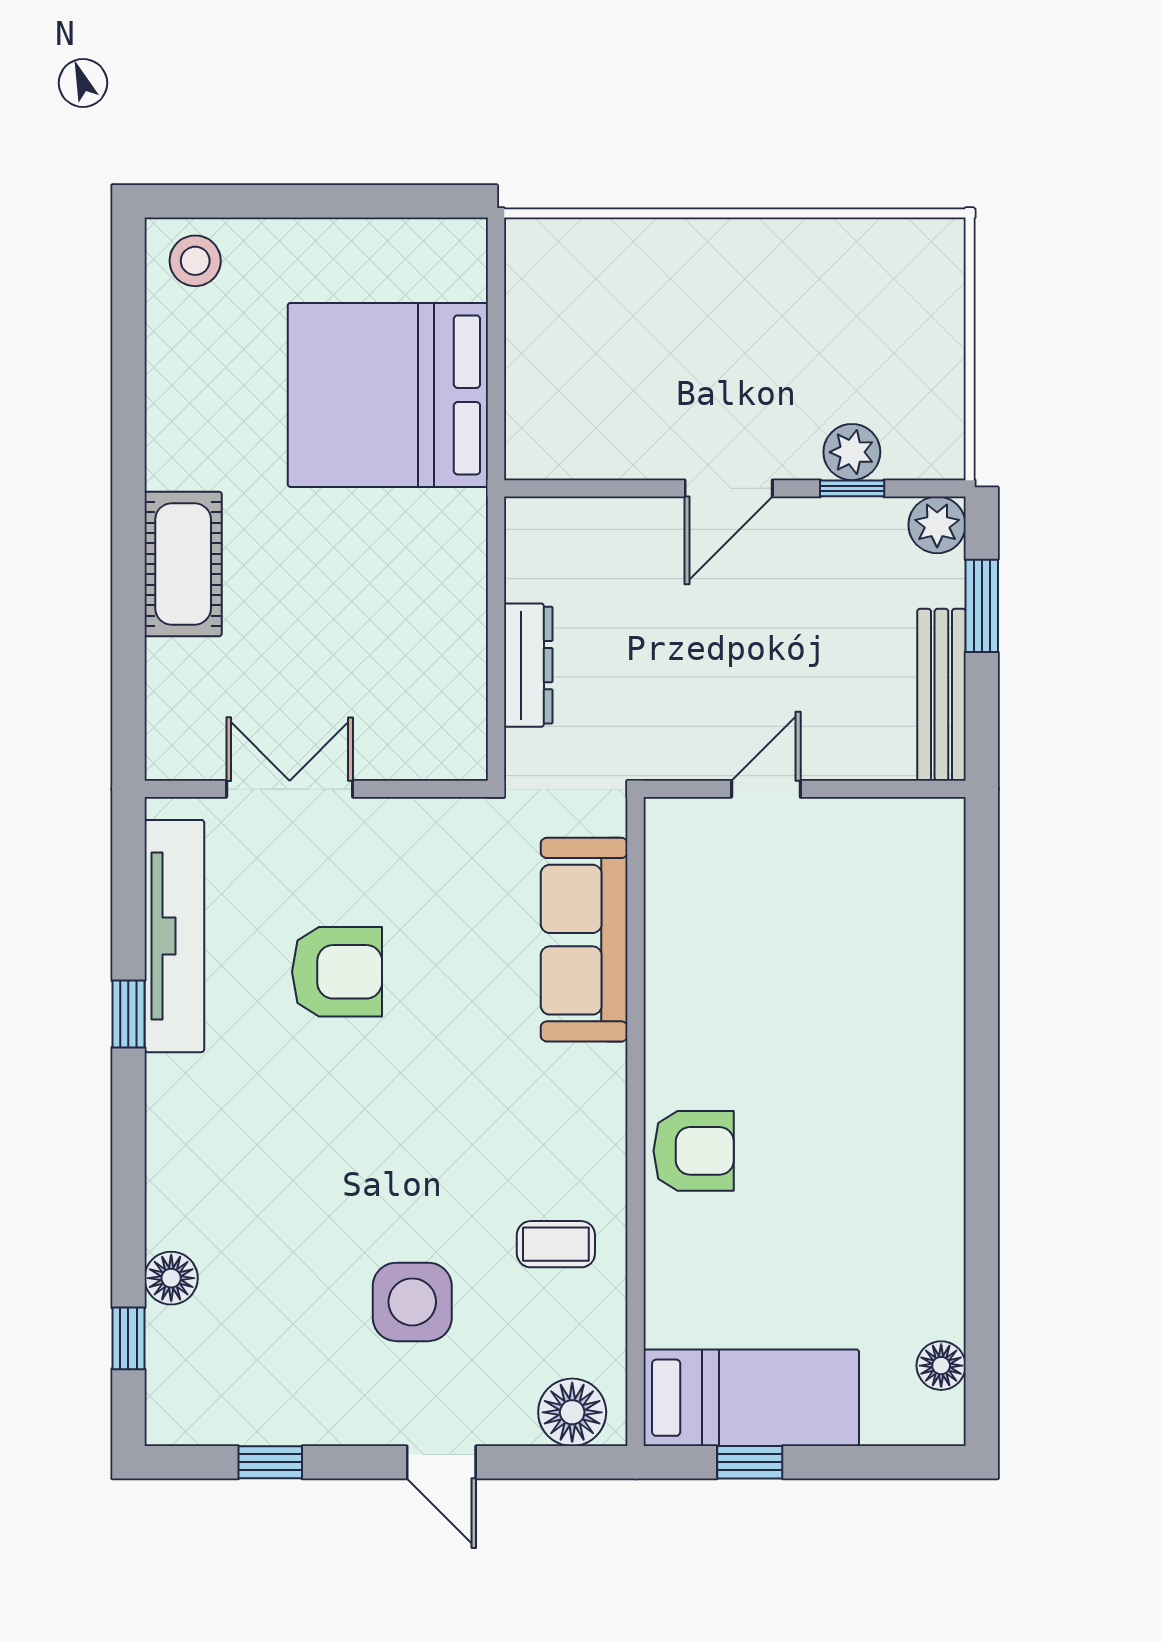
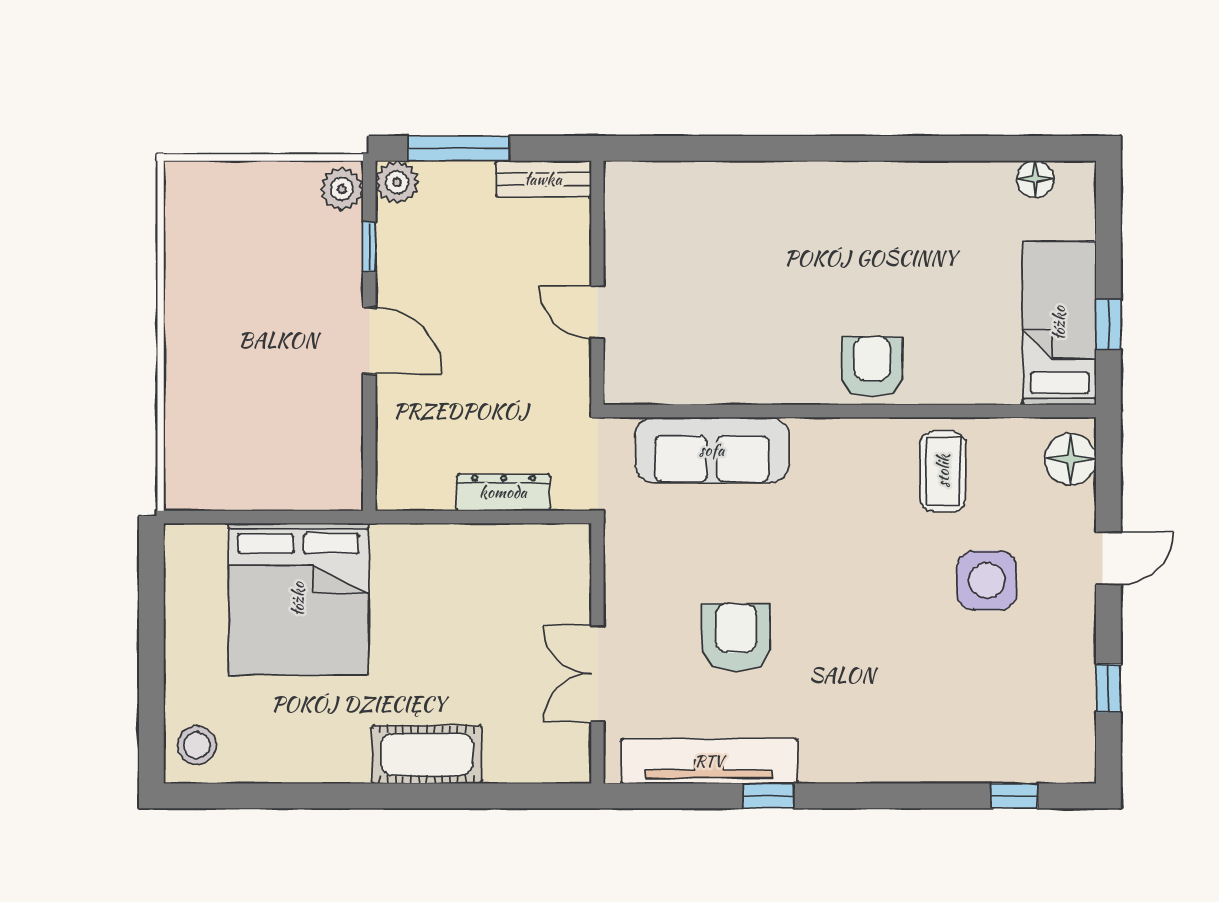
plant: (852, 452) -> (342, 189), moved
window: (982, 606) -> (458, 148), width x1.44
bench: (941, 695) -> (543, 179), width x0.73
coffee table: (556, 1244) -> (943, 471), width x1.36, depth x1.30
floor lamp: (171, 1278) -> (969, 764), removed

